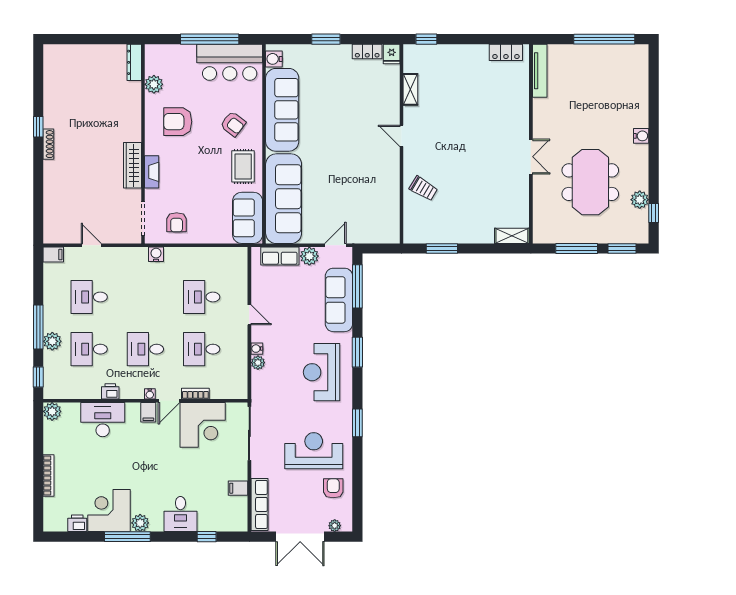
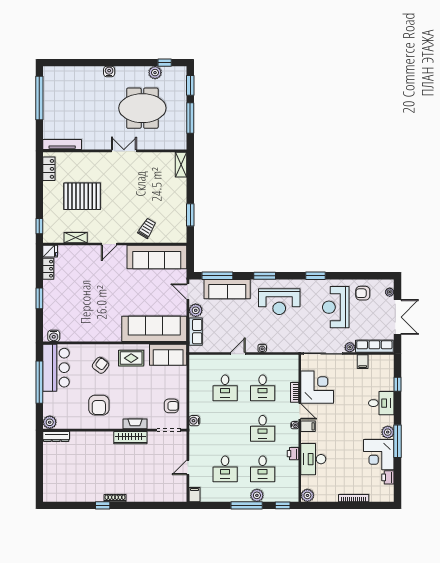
plant: (154, 84) -> (50, 422), moved
pallet: (468, 98) -> (82, 196), added
sofa: (282, 110) -> (157, 257), moved, turned 180
plant: (258, 363) -> (350, 347), moved

